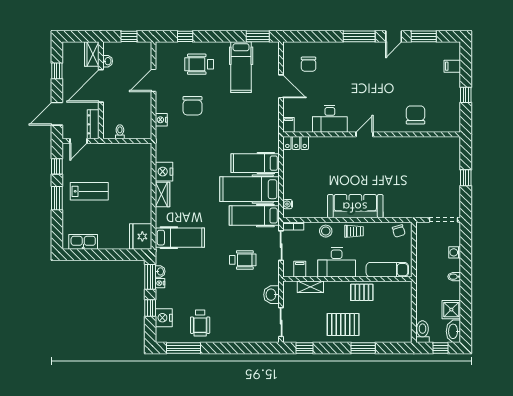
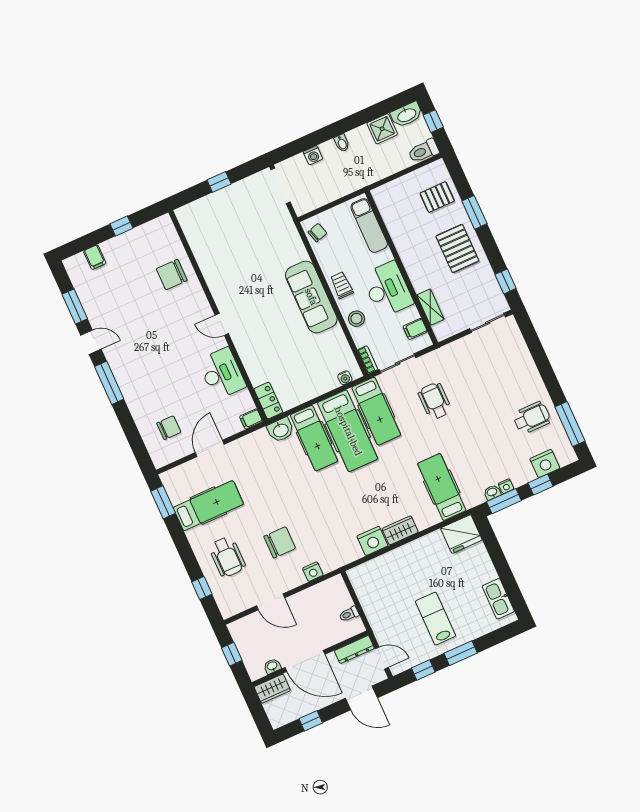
pallet: (362, 292) -> (437, 197), moved, turned 90
washbasin: (271, 295) -> (281, 430), moved

